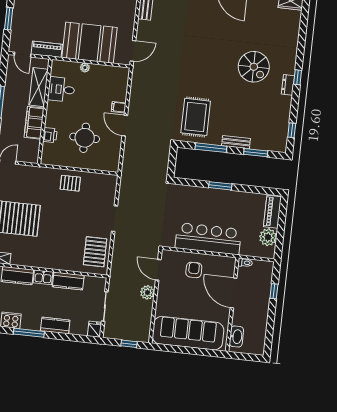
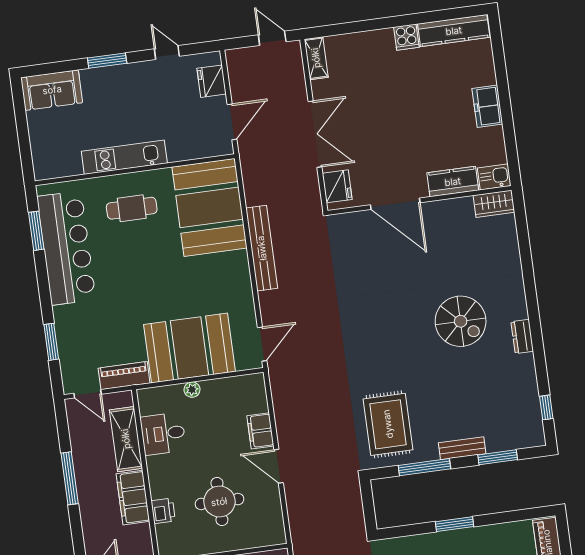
window: (298, 77) -> (534, 321), removed
filing cabinet: (119, 107) -> (260, 431), width x2.00

